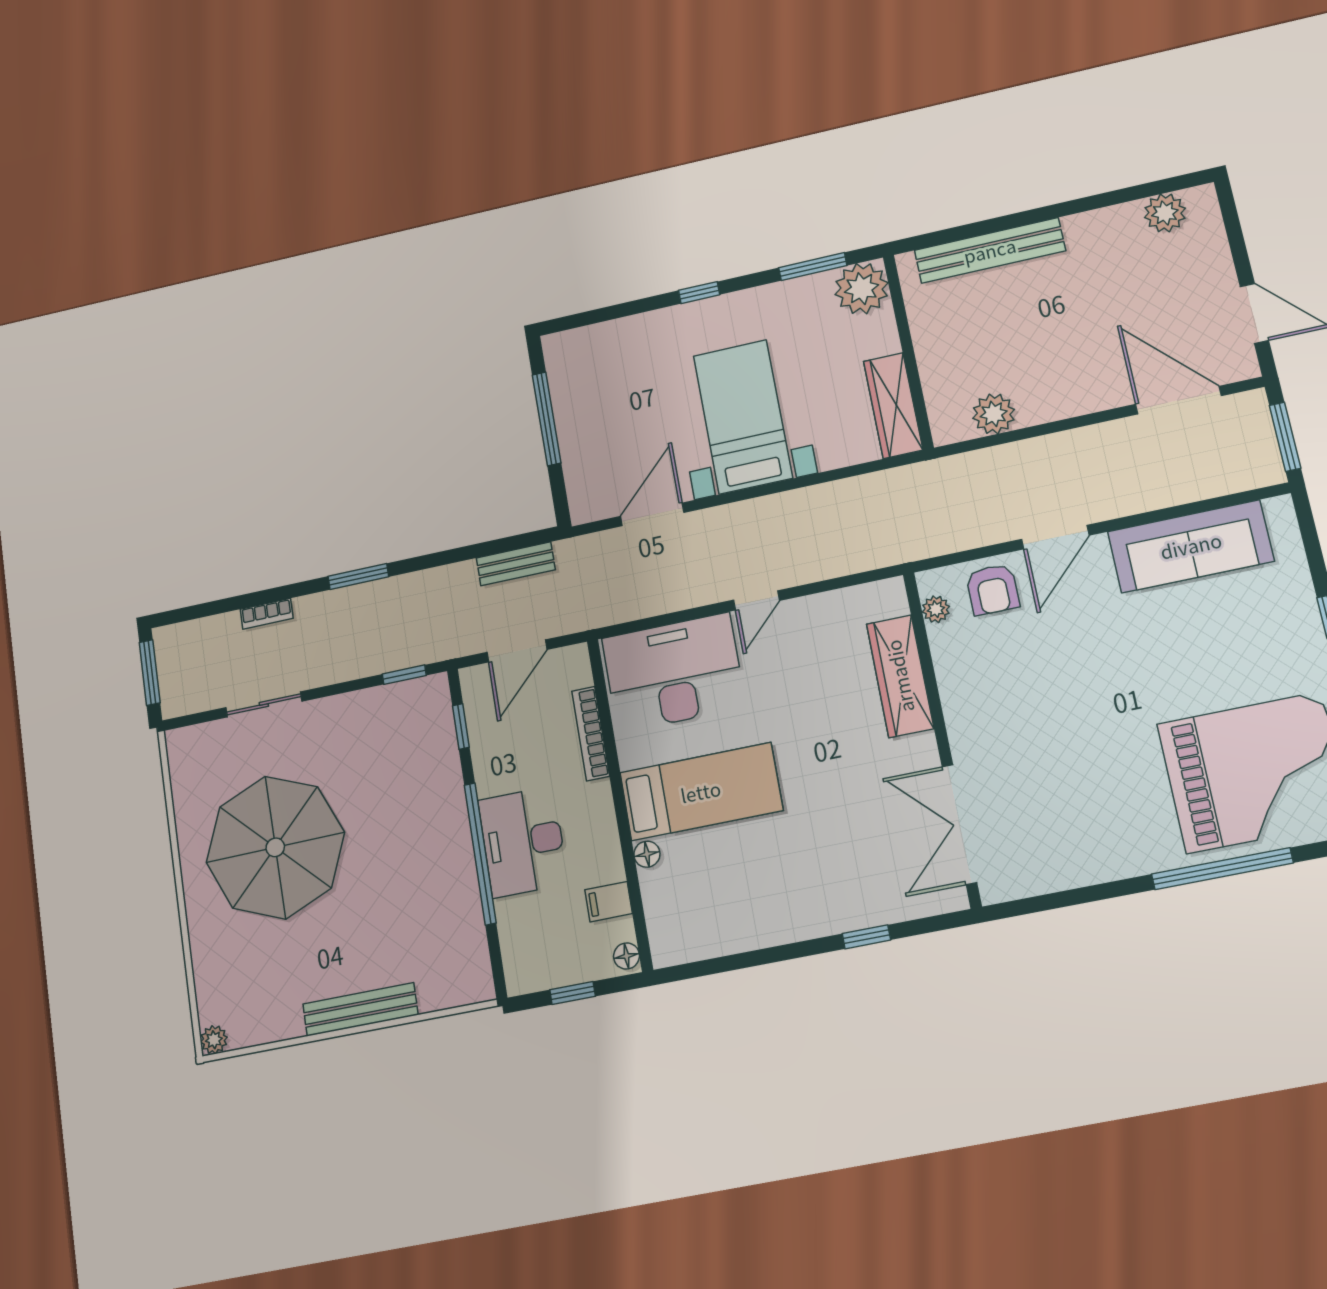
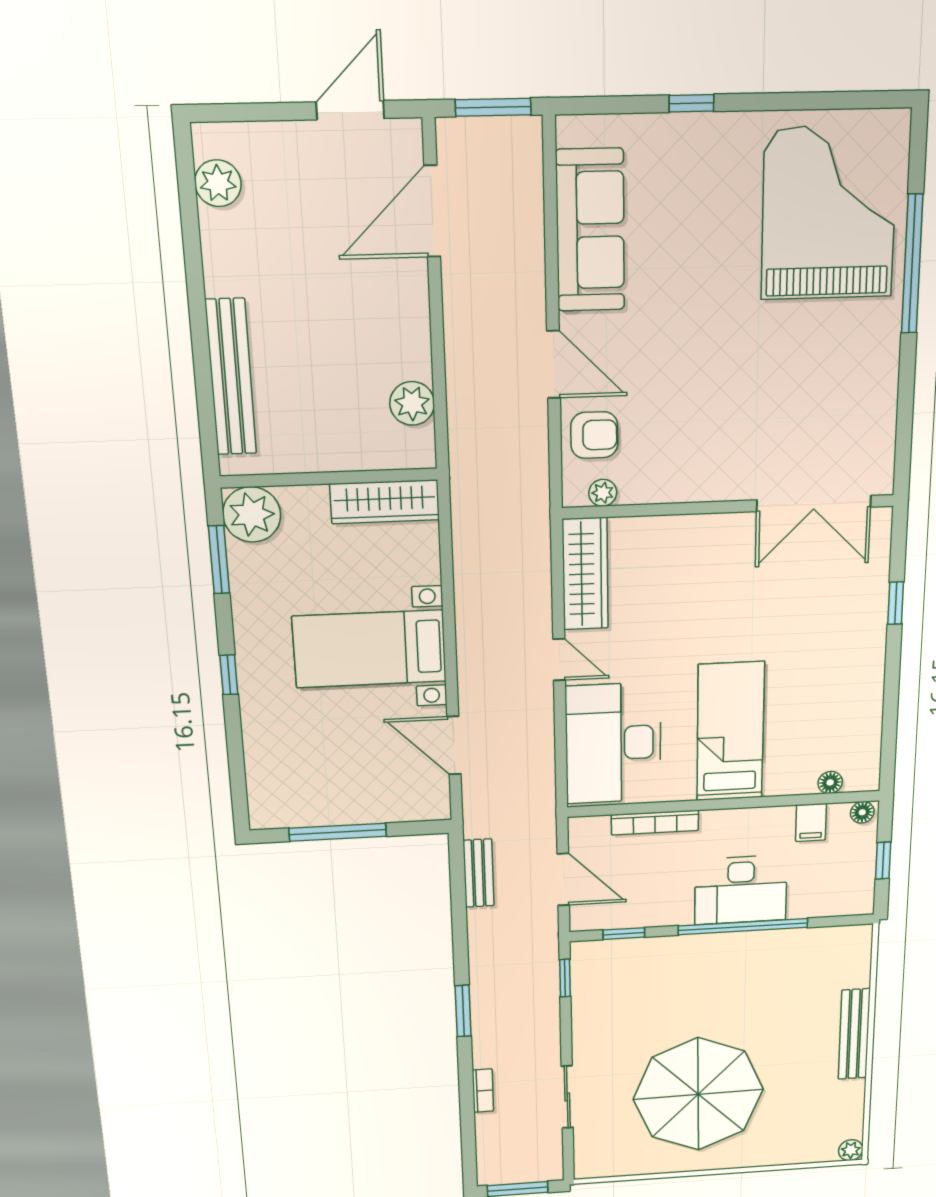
wardrobe: (900, 676) -> (585, 574), moved, turned -90
floor lamp: (647, 854) -> (830, 782), moved

